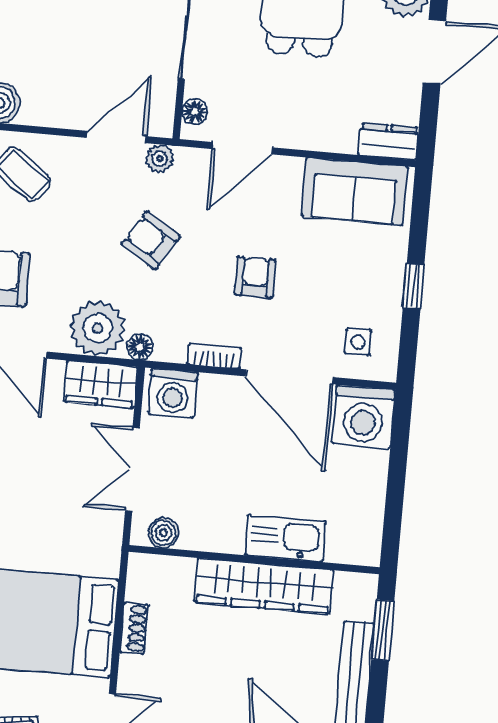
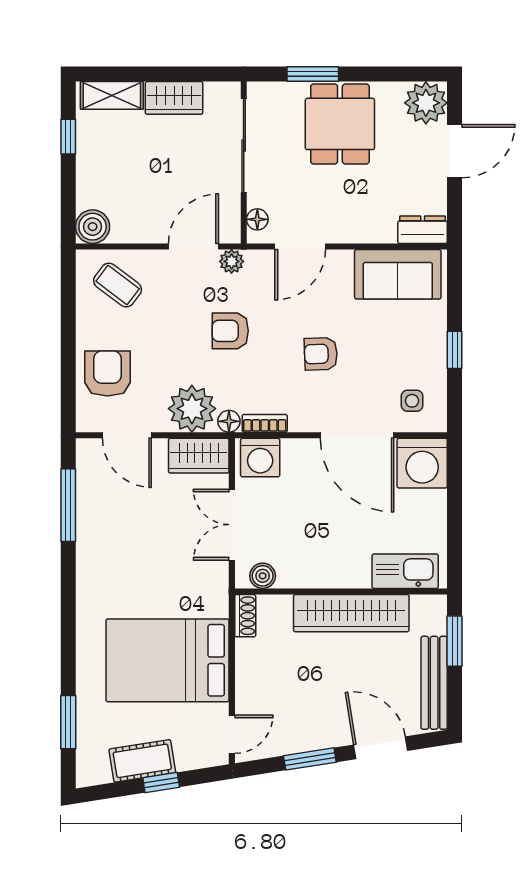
armchair: (151, 240) -> (230, 331), turned -32
armchair: (255, 277) -> (321, 354), turned -92
bookcase: (214, 356) -> (265, 423), moved
kitchen sink: (286, 538) -> (405, 571), moved
shoe rack: (134, 628) -> (245, 616), moved

